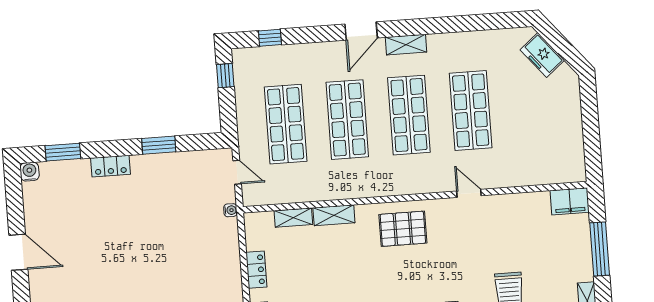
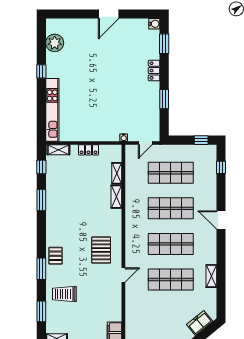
shelving: (406, 45) -> (211, 276), moved
pallet: (403, 229) -> (101, 250), moved

